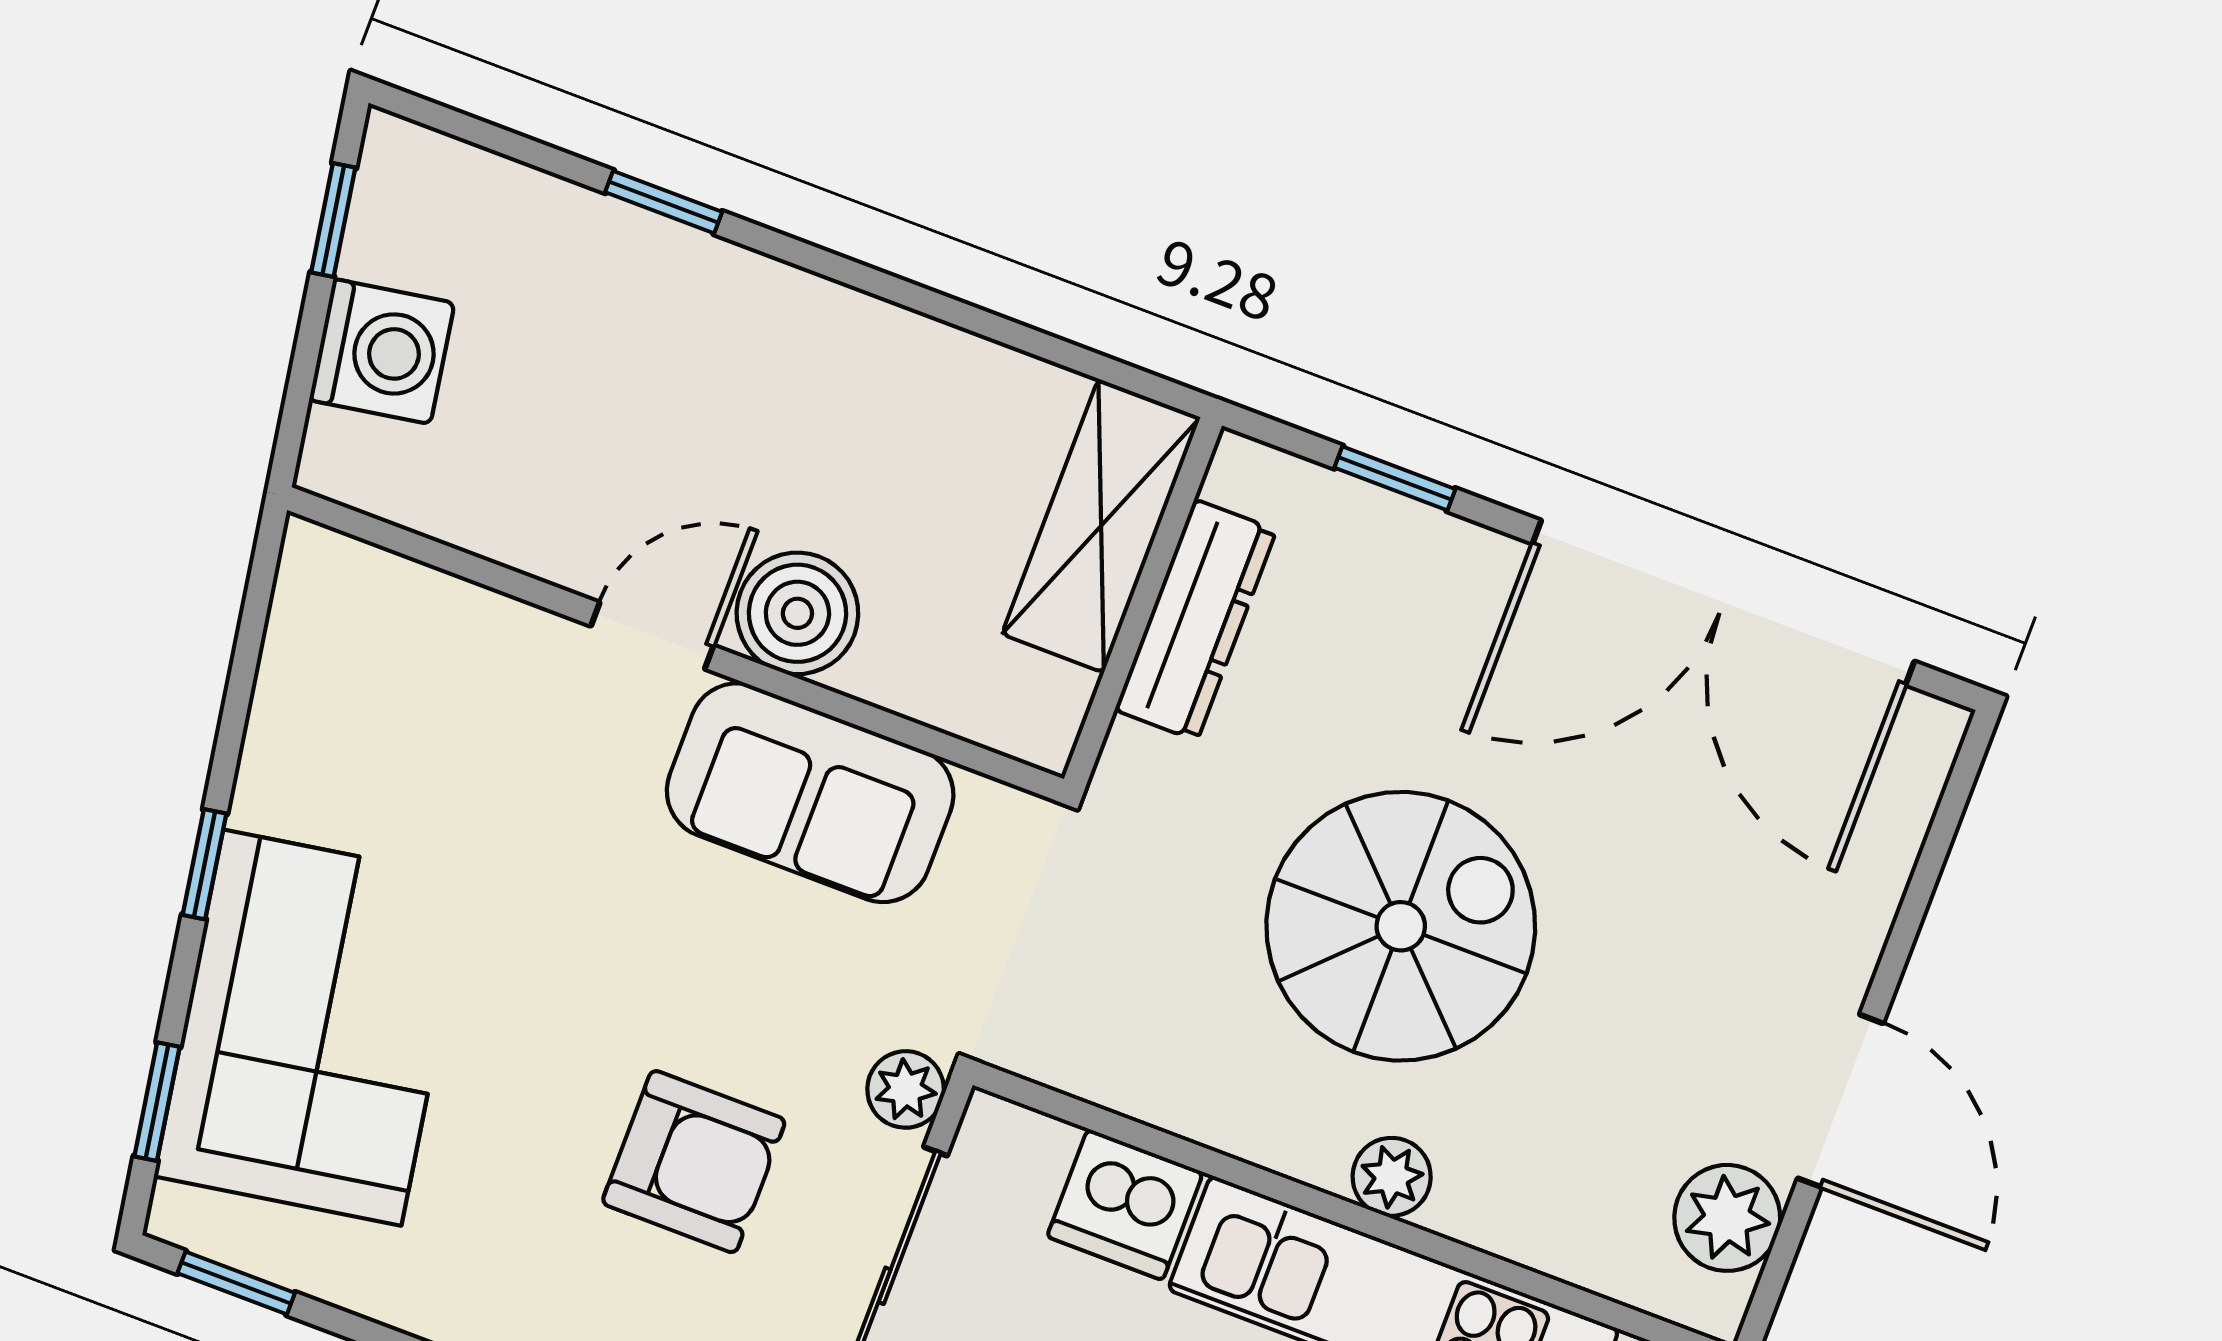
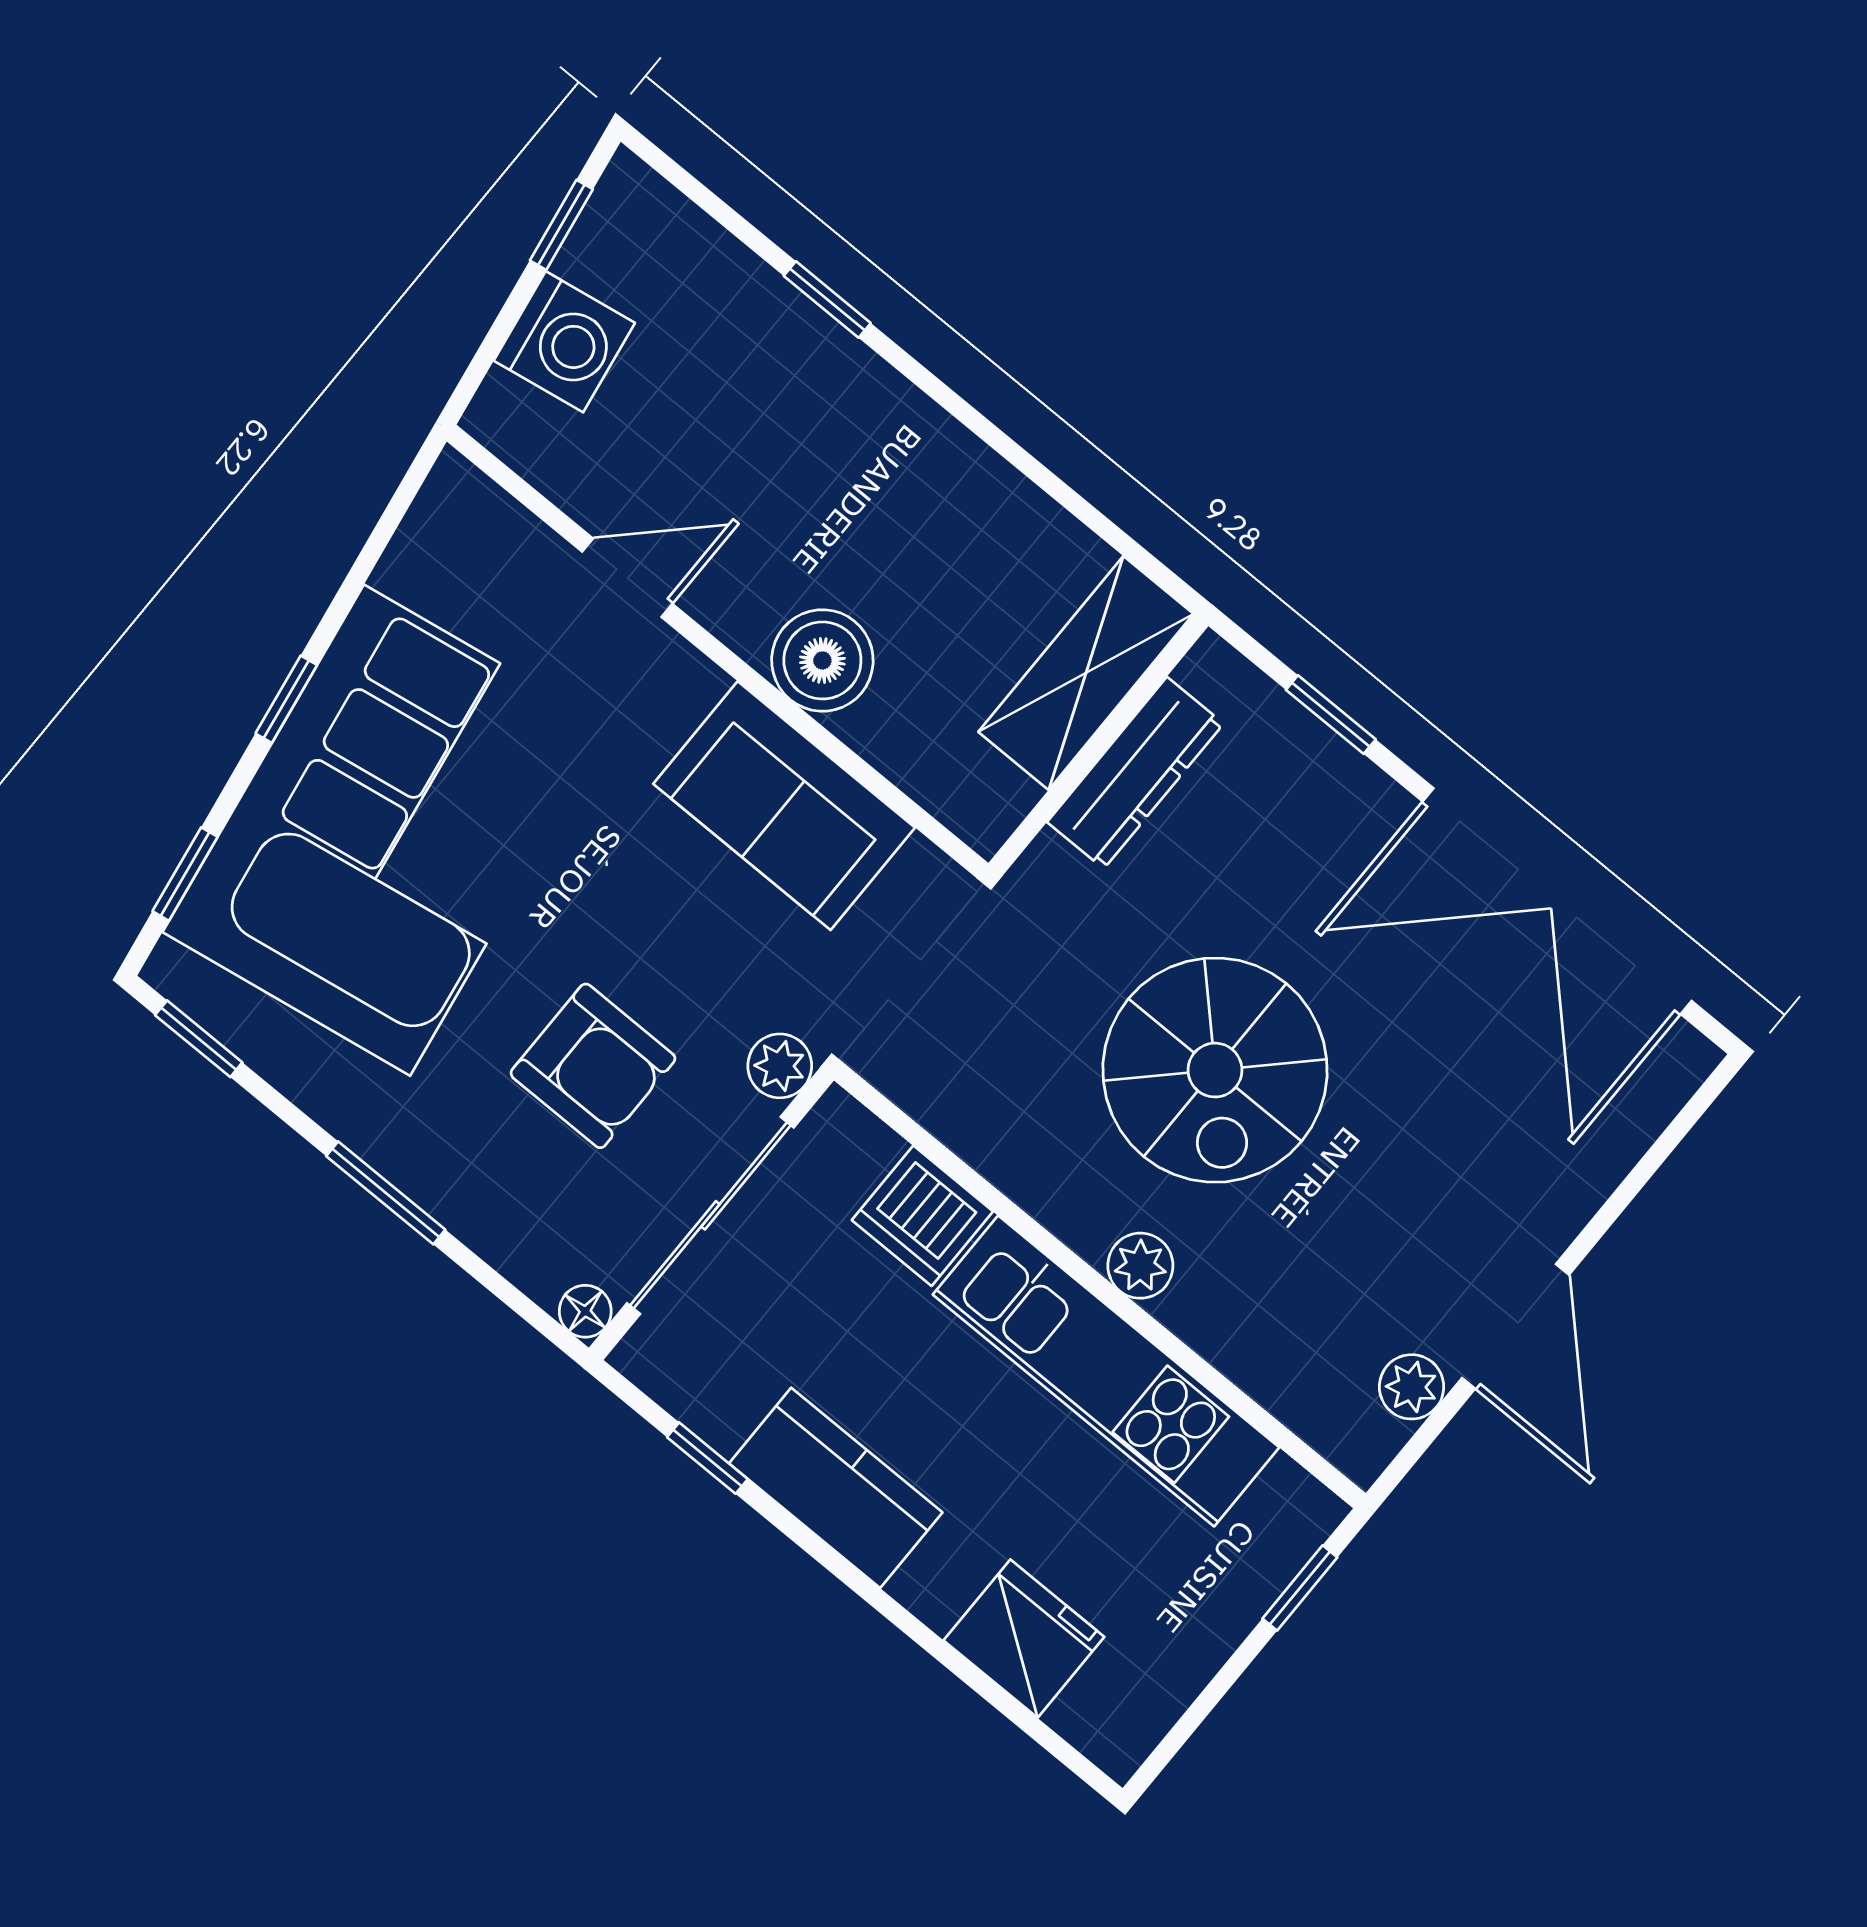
door: (652, 636) -> (627, 578), moved
spiral stairs: (1401, 926) -> (1215, 1070), turned 90
corner sofa: (312, 1028) -> (387, 830), width x1.36, depth x1.36
plant: (1727, 1218) -> (1412, 1387), width x0.73, depth x0.73

